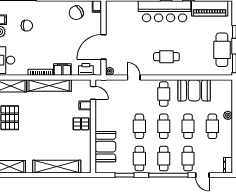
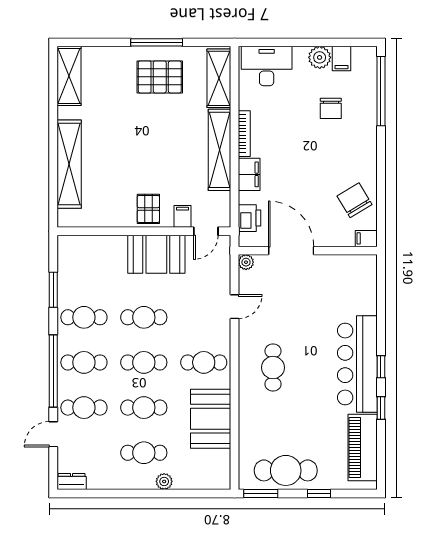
booth: (105, 147) -> (156, 254), moved

